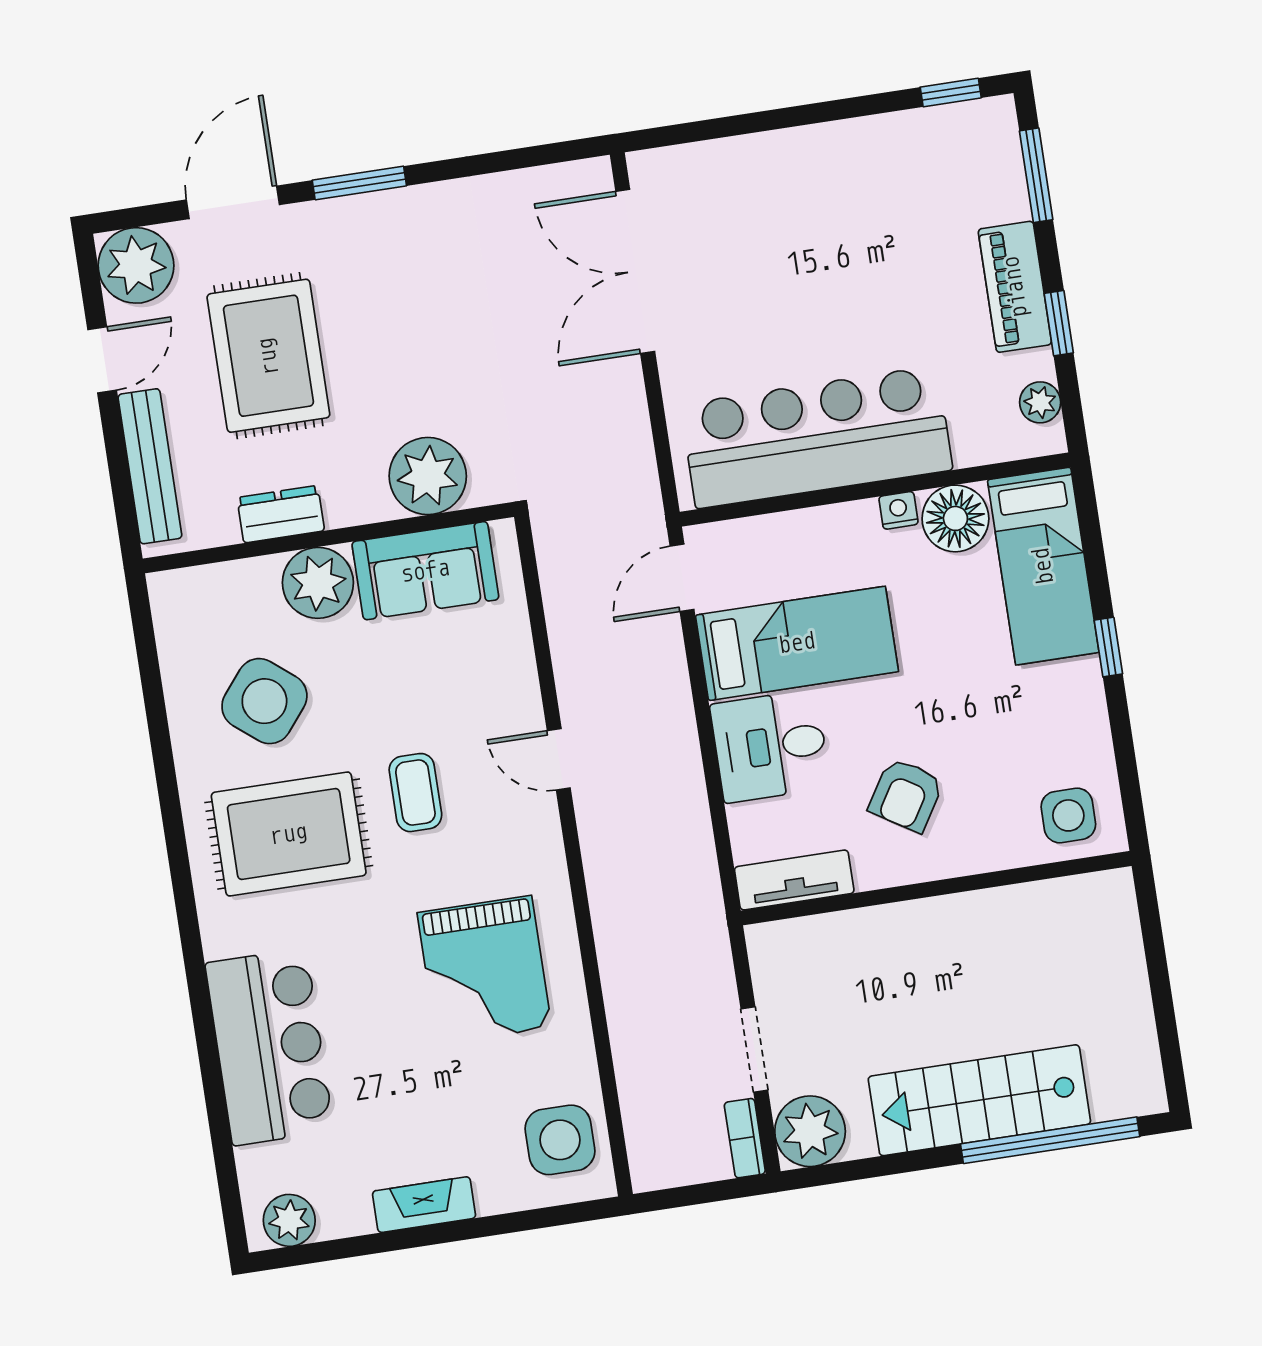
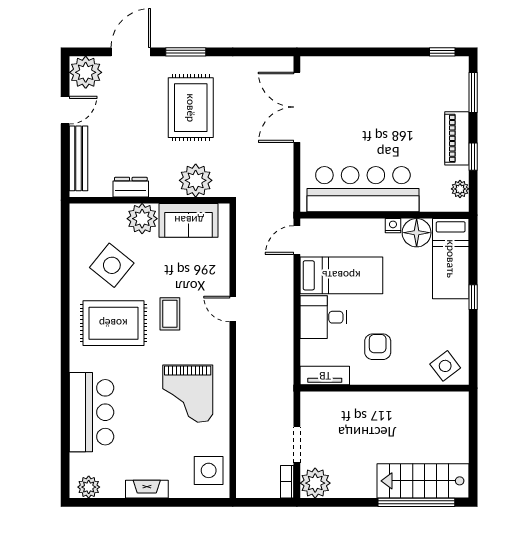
rug: (268, 356) -> (191, 108), moved
armchair: (906, 795) -> (378, 347), turned 148
side table: (1068, 815) -> (445, 366), turned -37
stairs: (979, 1100) -> (423, 481), moved

